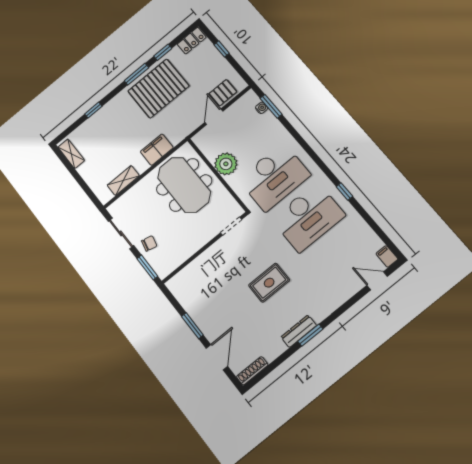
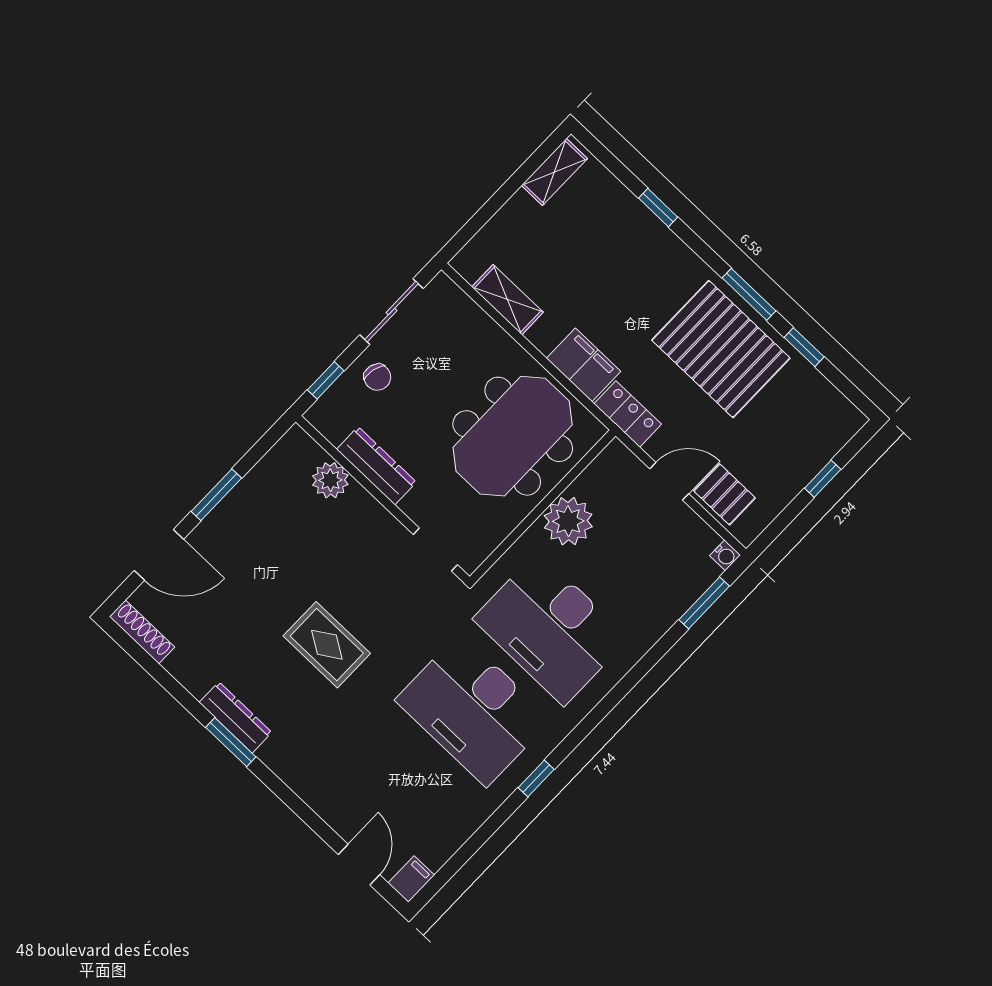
locker: (192, 41) -> (628, 414), moved, turned 180
water cooler: (262, 108) -> (725, 555), moved
dresser: (189, 249) -> (376, 466), added
window: (147, 267) -> (326, 380), width x0.67
plant: (193, 271) -> (330, 480), added

